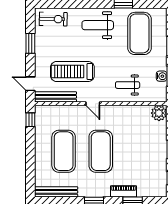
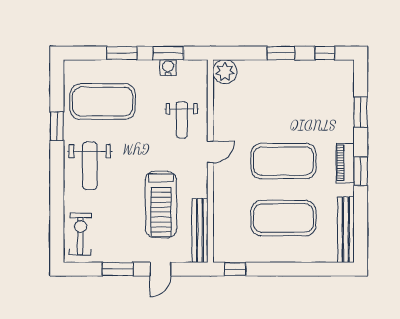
door: (30, 84) -> (160, 269), moved
door: (93, 104) -> (210, 152), moved
piano: (123, 191) -> (345, 163), moved

